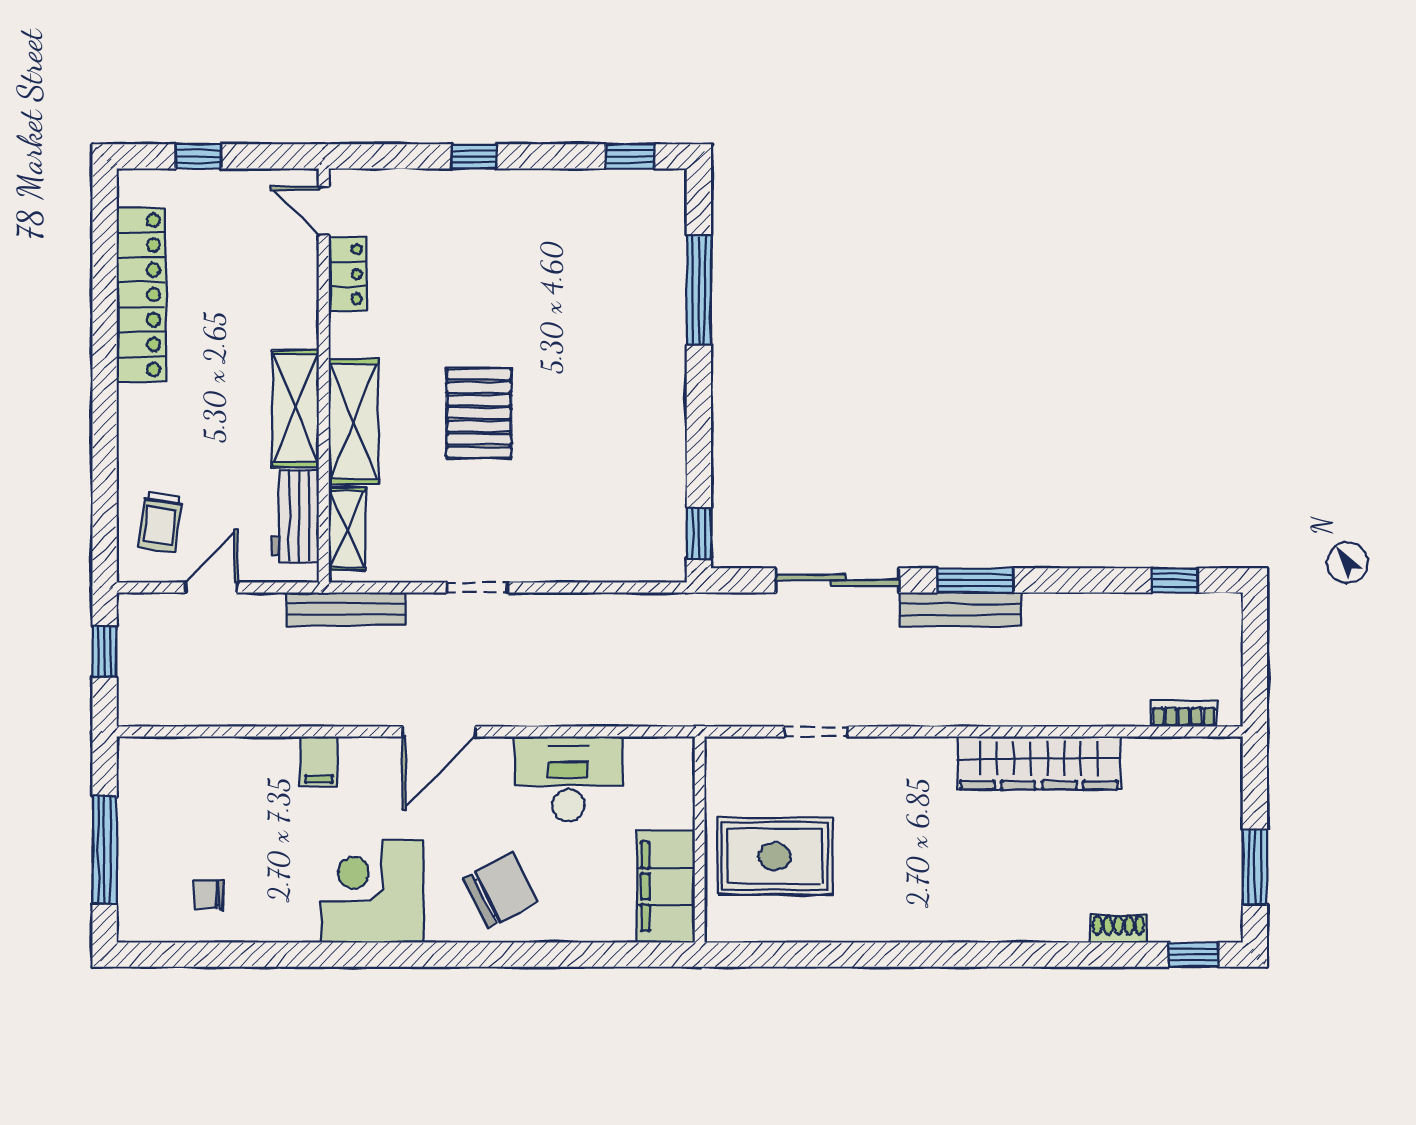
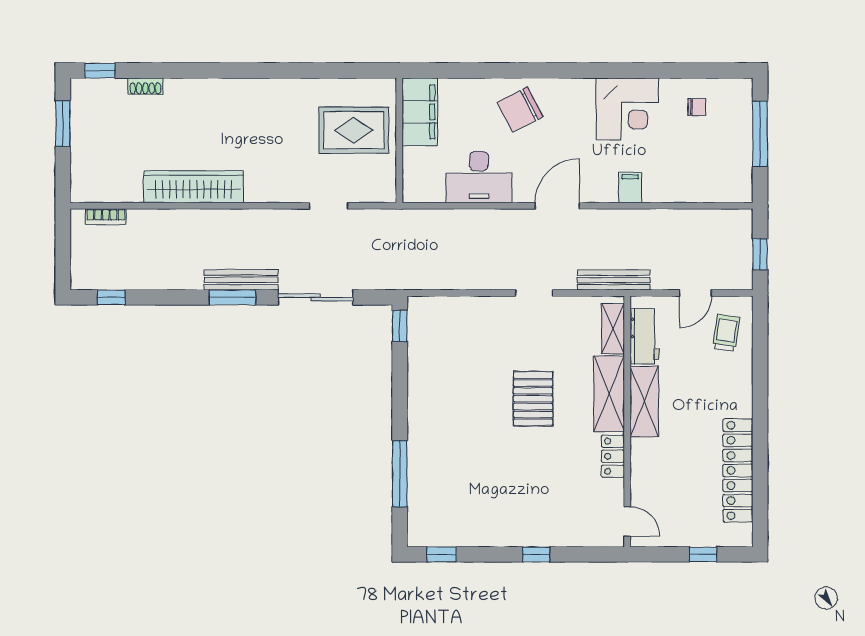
locker: (347, 274) -> (613, 456), moved
corner desk: (372, 891) -> (627, 109), moved

